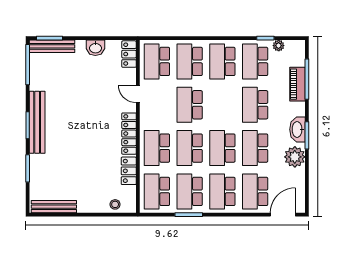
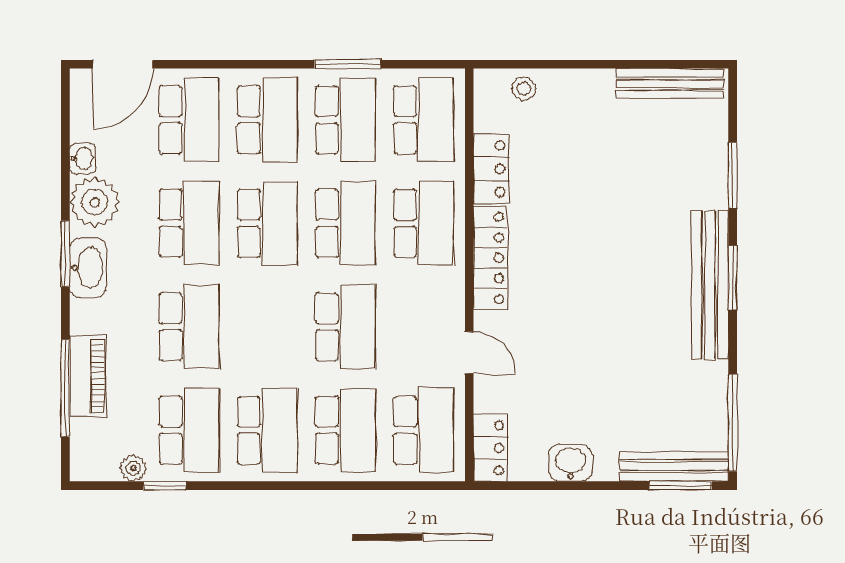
washbasin: (300, 175) -> (83, 159), added

